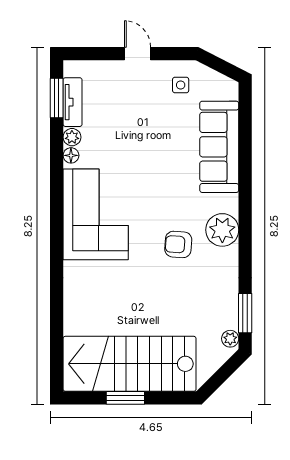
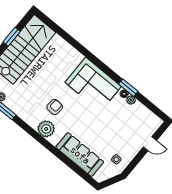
door: (138, 54) -> (150, 144), moved
window: (57, 98) -> (128, 88), moved
tv unit: (73, 102) -> (145, 112), removed

